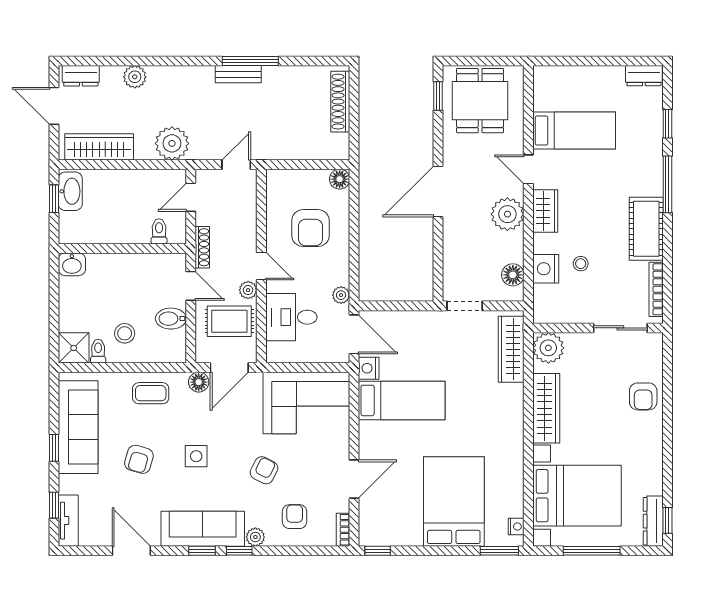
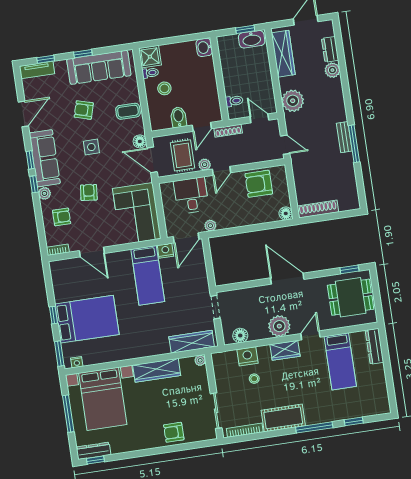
dresser: (81, 76) -> (330, 49), moved
dresser: (644, 76) -> (374, 346), moved, width x1.44
shoe rack: (340, 102) -> (318, 209), moved
armchair: (310, 228) -> (259, 184), moved
plant: (548, 348) -> (200, 360), width x0.53, depth x0.53
coffee table: (151, 393) -> (128, 111), turned 90
armchair: (264, 470) -> (89, 192), turned -111
window: (378, 551) -> (53, 315), moved

